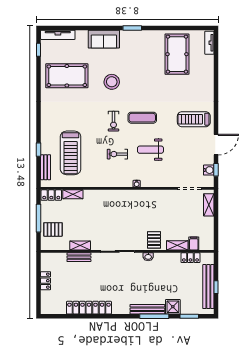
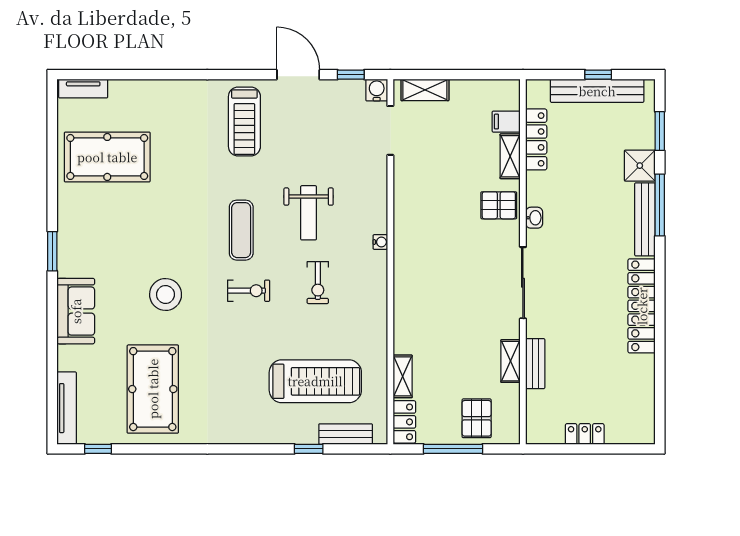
water cooler: (209, 170) -> (377, 90), moved
locker: (190, 258) -> (536, 139), width x1.53
locker: (89, 308) -> (642, 306), moved

